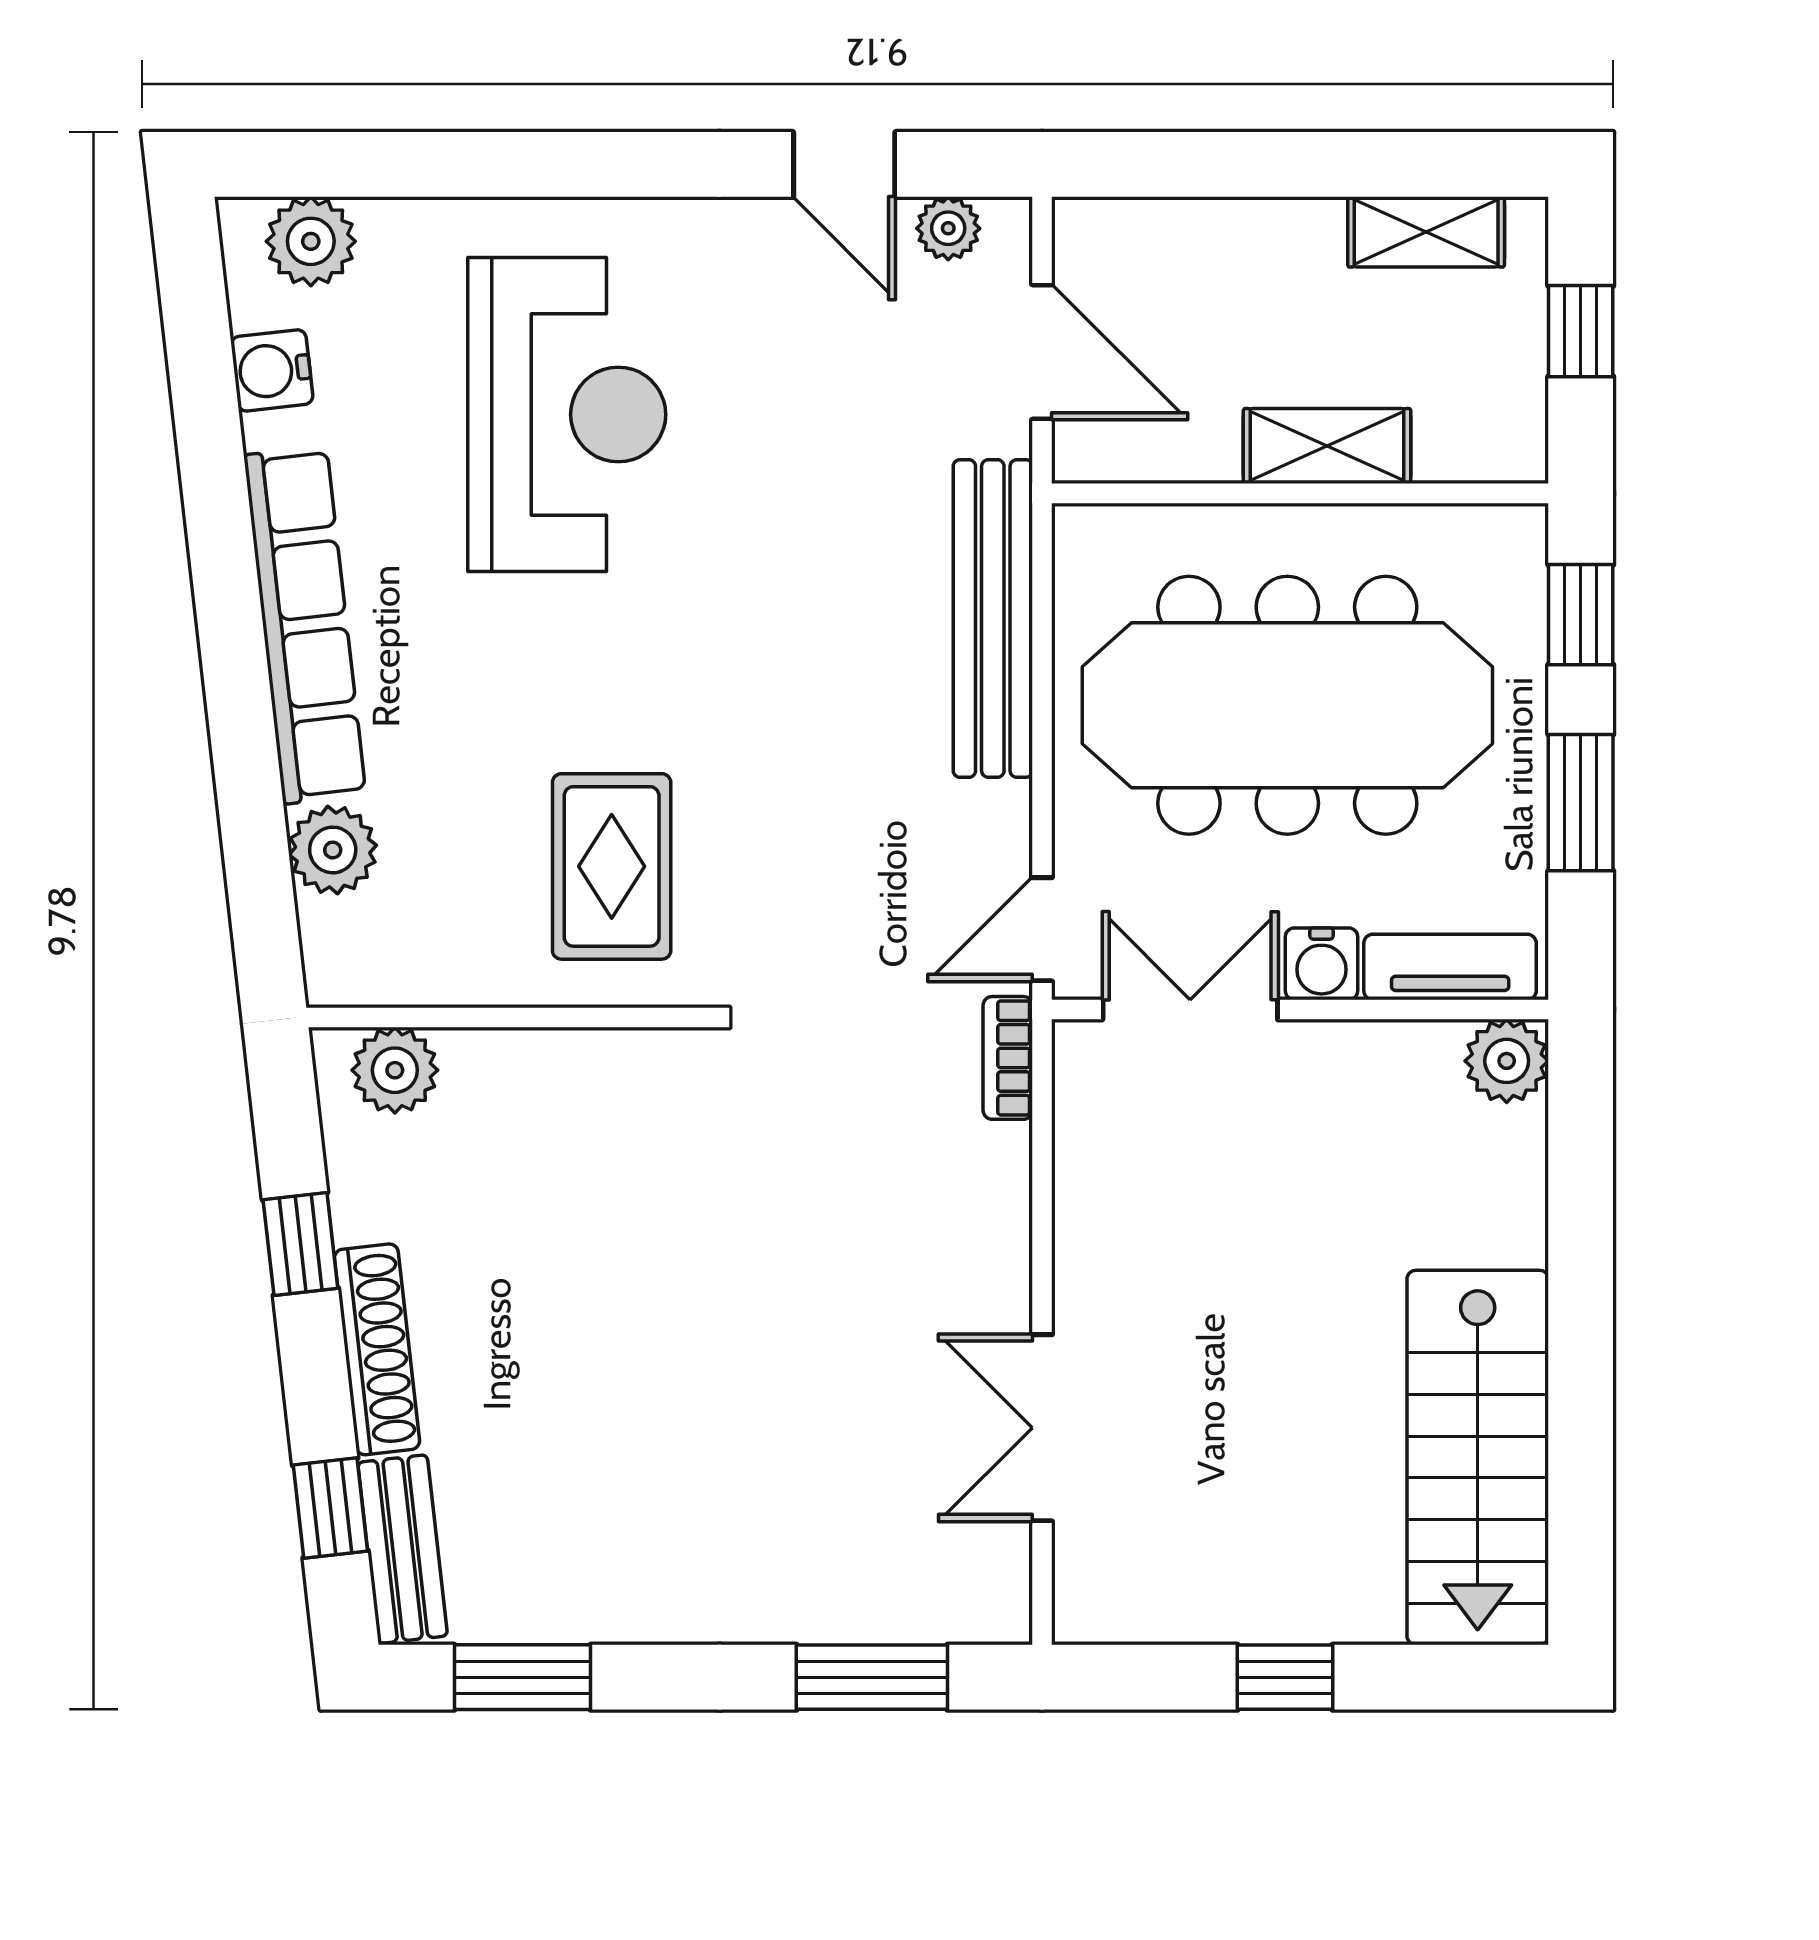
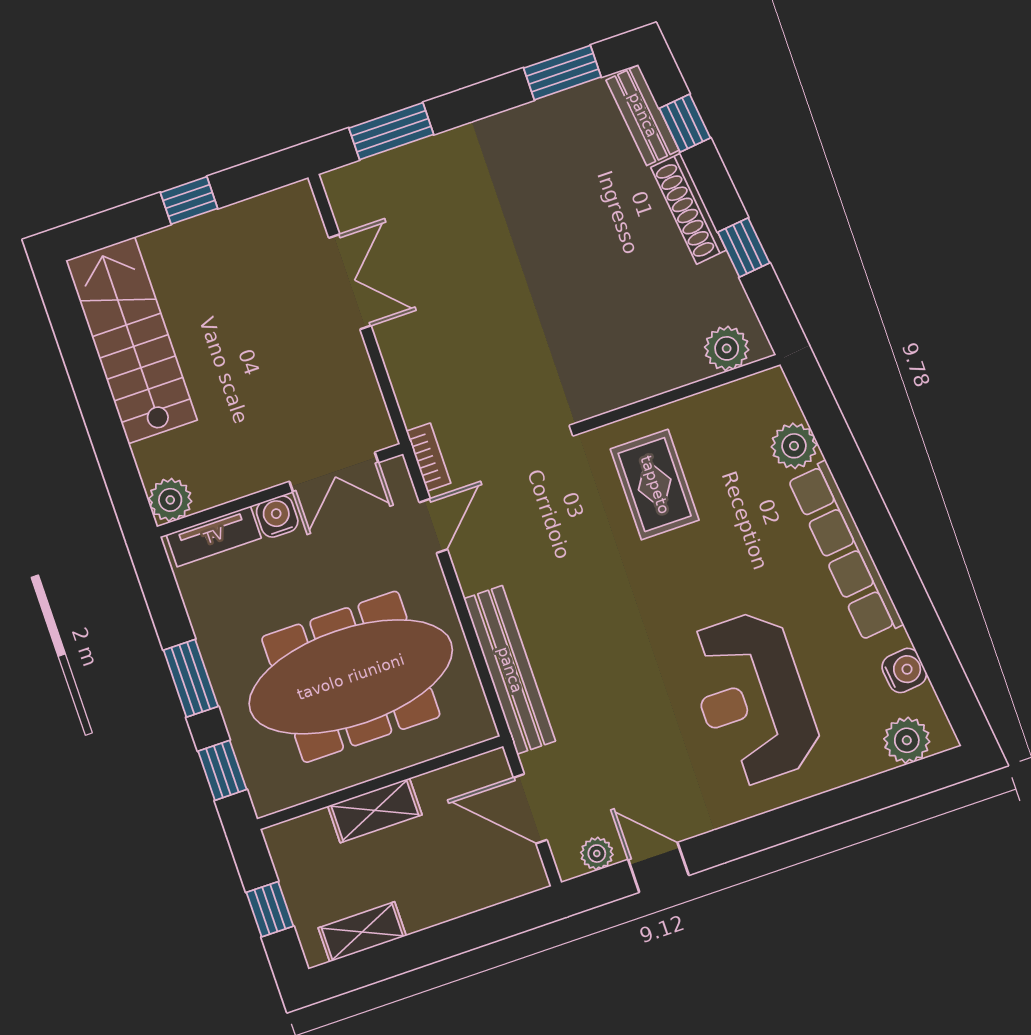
water cooler: (1322, 964) -> (277, 516), moved
tv unit: (1450, 967) -> (214, 536), moved
double door: (1190, 1009) -> (334, 472), moved
wall: (1300, 1009) -> (280, 490), moved
plant: (1507, 1061) -> (170, 500), moved

